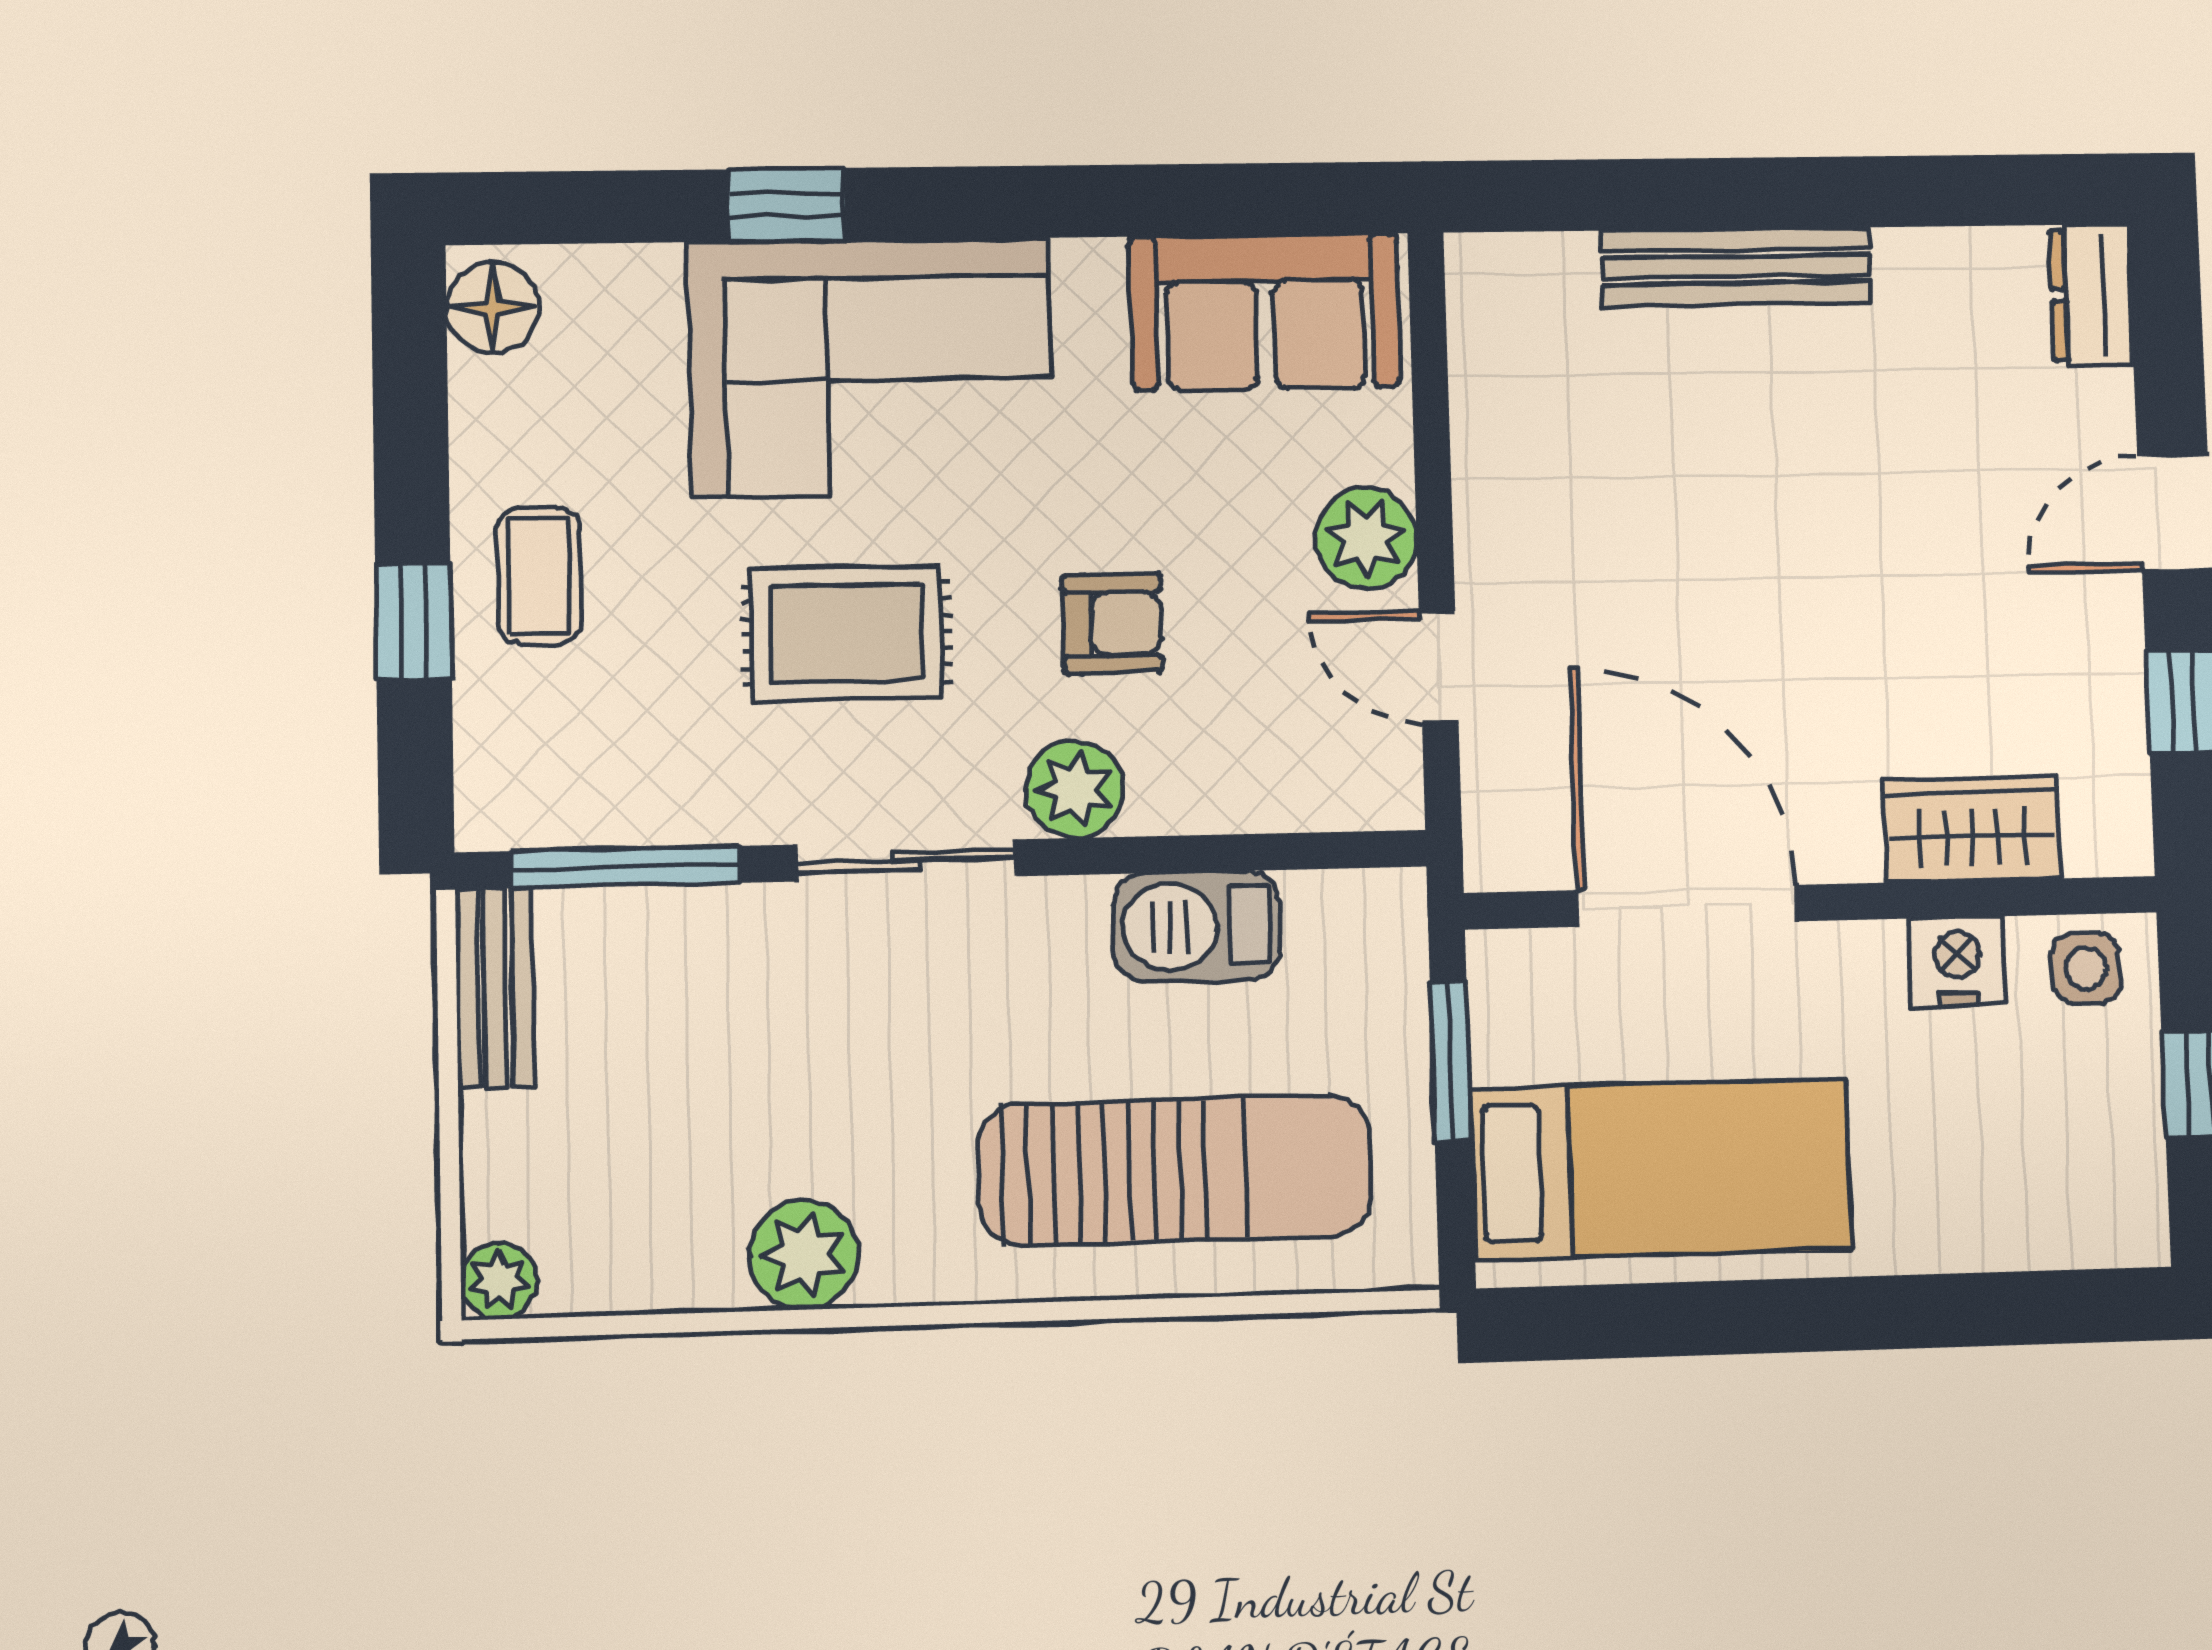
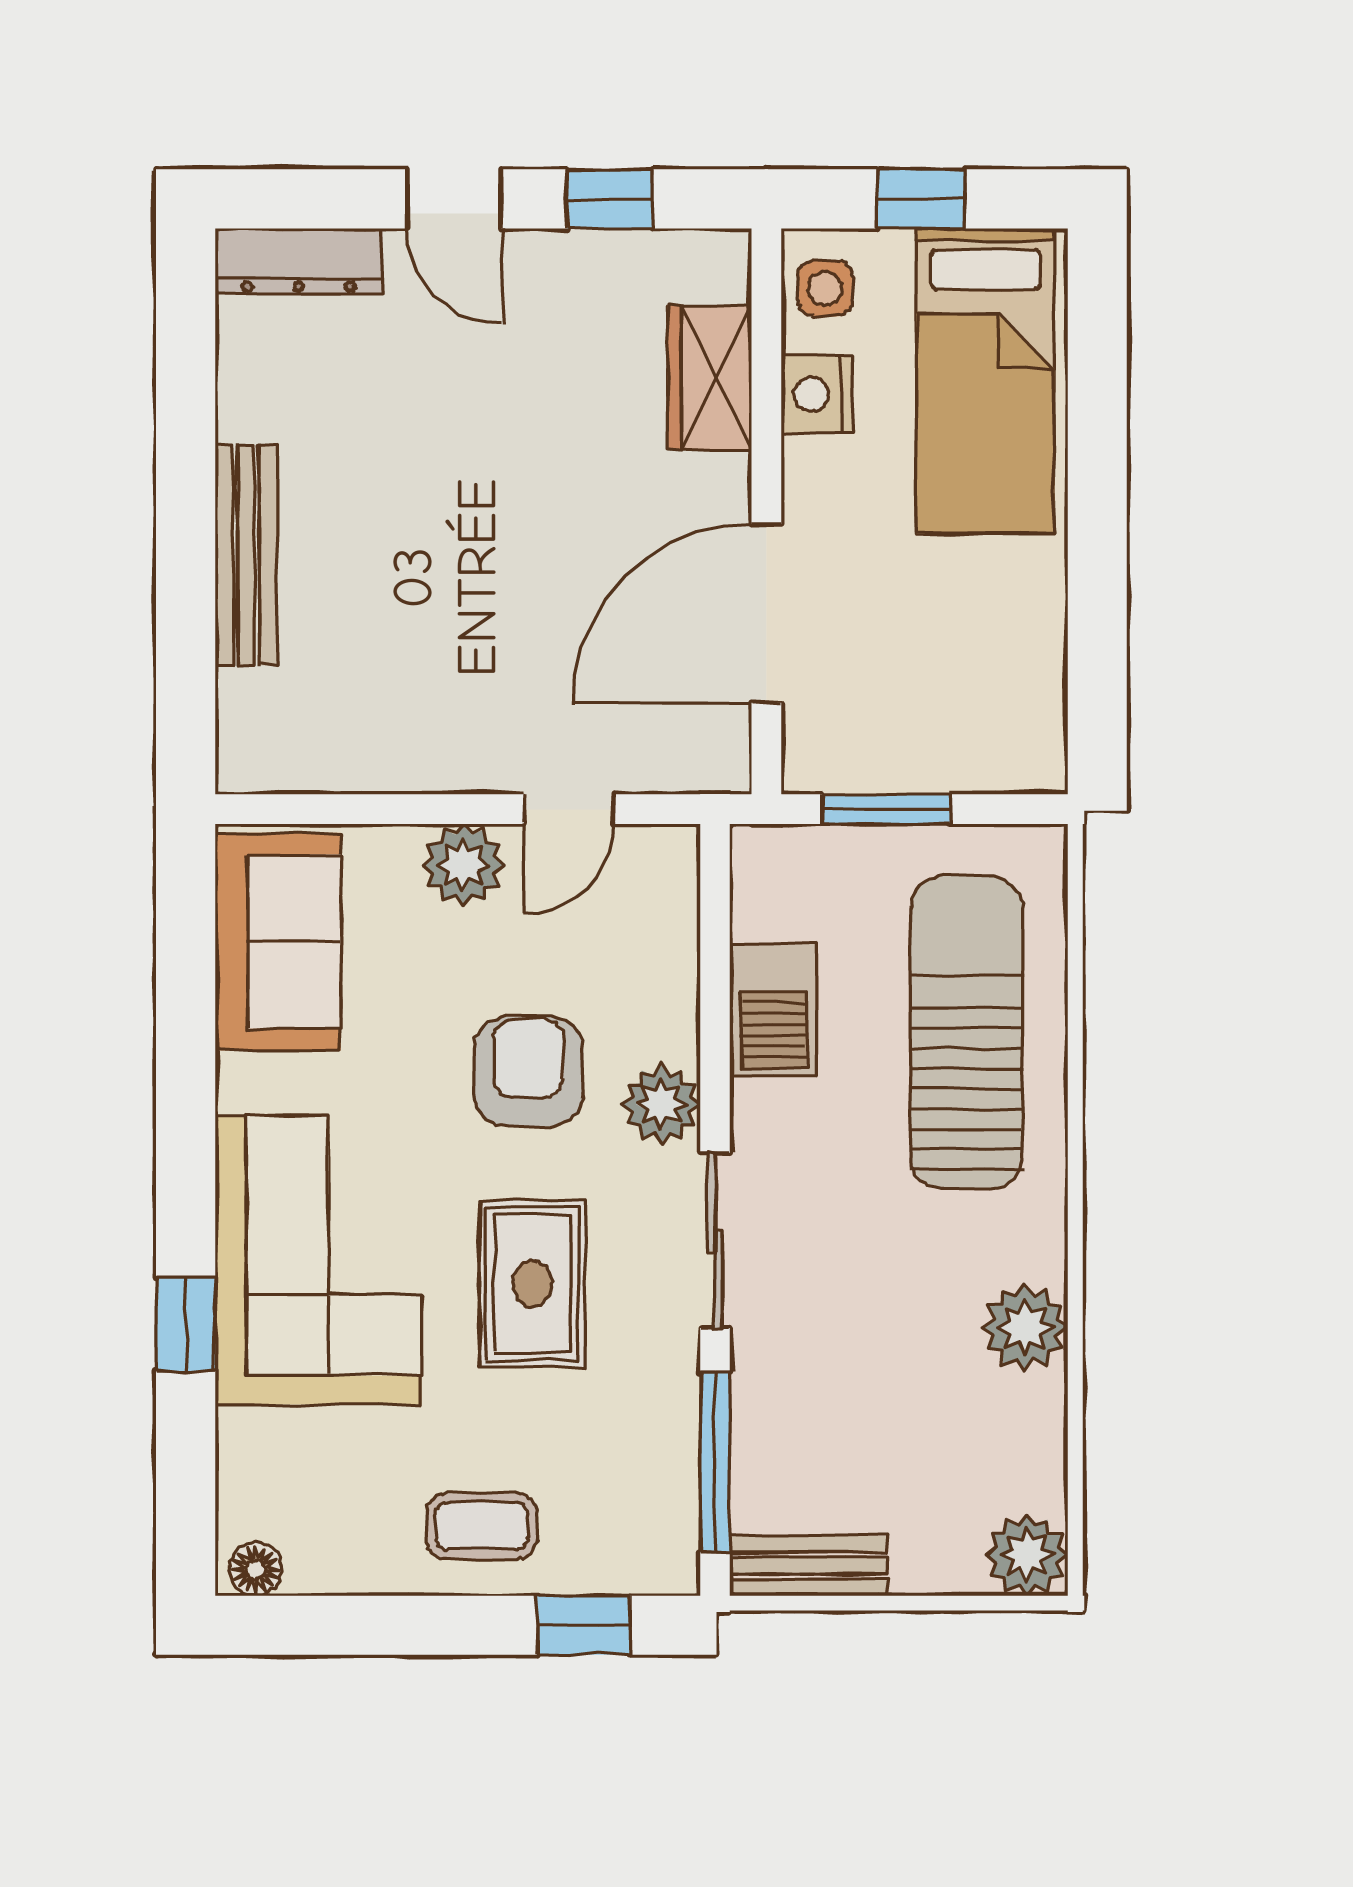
dresser: (2091, 295) -> (299, 261), width x1.44
floor lamp: (493, 307) -> (256, 1569), width x0.73, depth x0.73
window: (413, 622) -> (584, 1625), moved
armchair: (1112, 624) -> (529, 1071), width x1.38, depth x1.38
bed: (1661, 1169) -> (985, 381), moved, turned 180
plant: (499, 1281) -> (1027, 1555), width x1.38, depth x1.38

